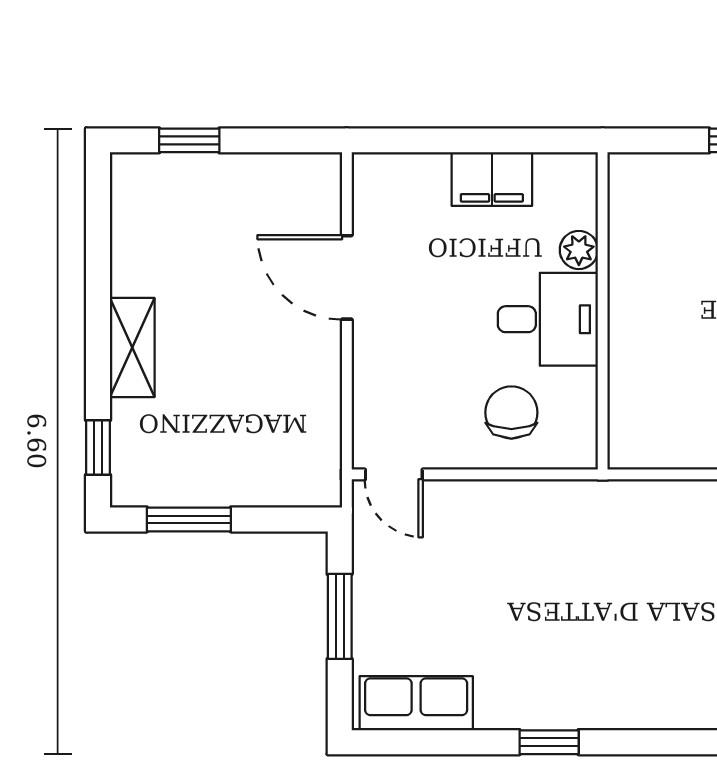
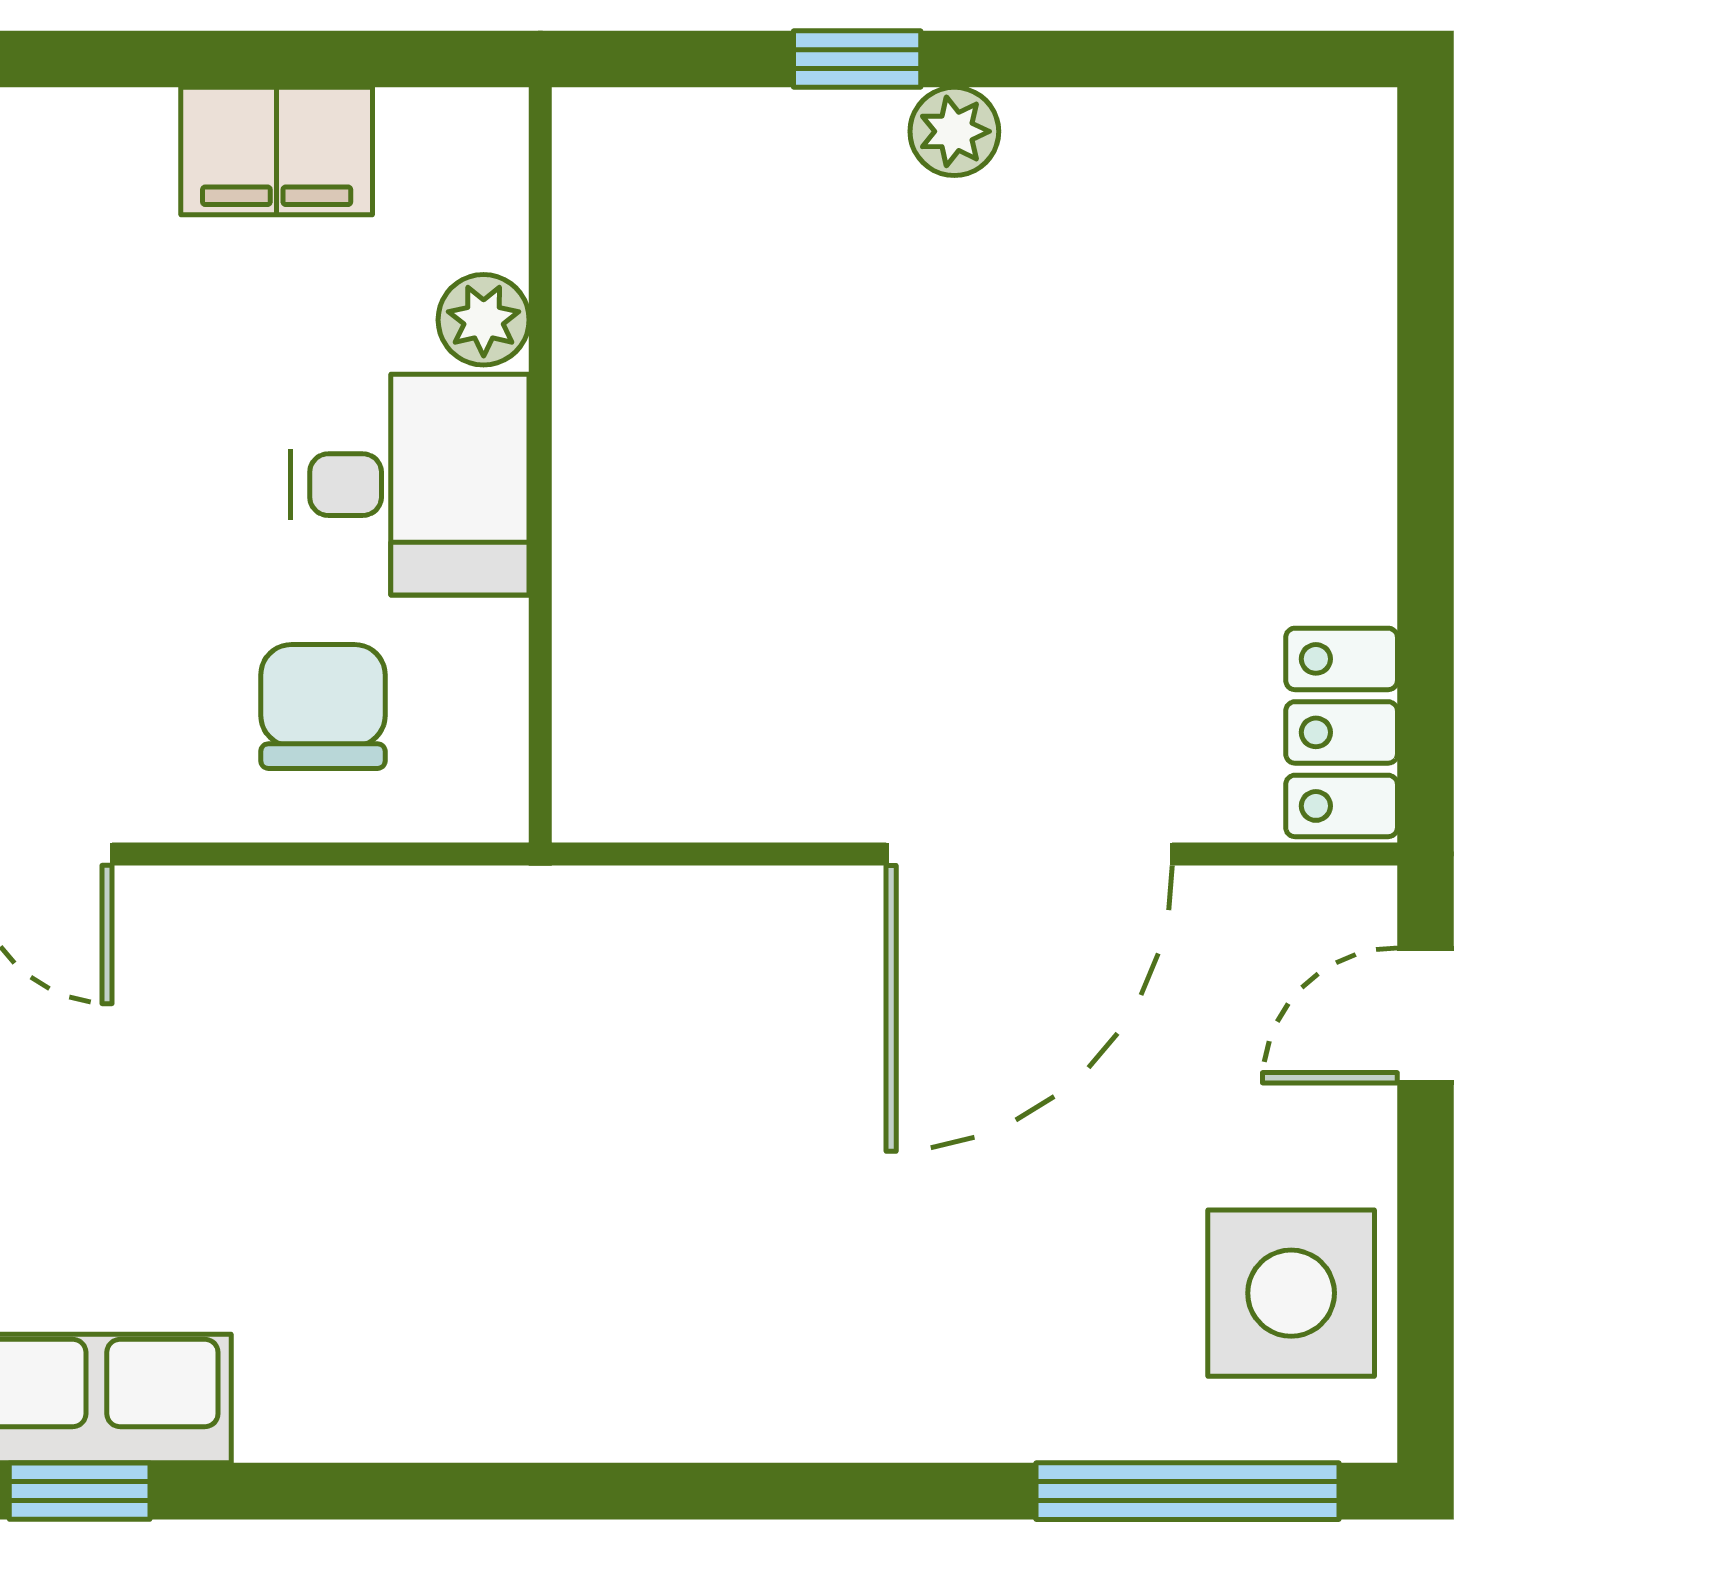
window: (549, 742) -> (80, 1491), moved

